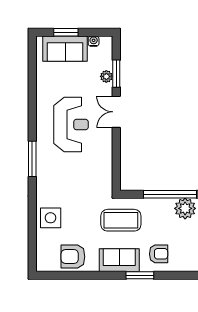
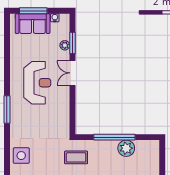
window: (66, 32) -> (33, 11), width x1.44
coffee table: (121, 220) -> (76, 157), width x0.73, depth x0.76

